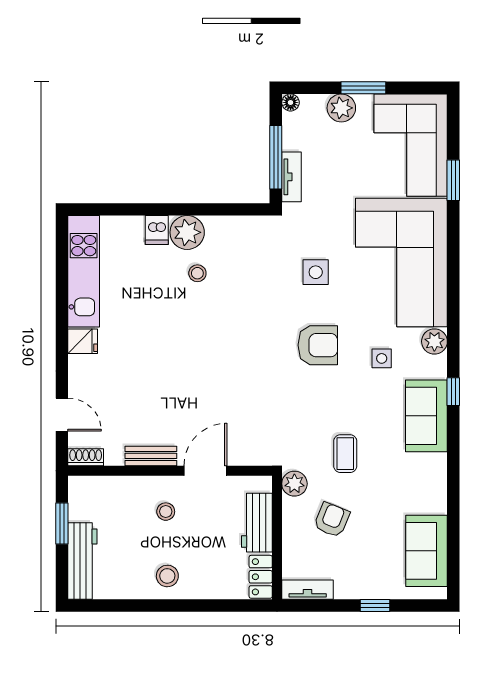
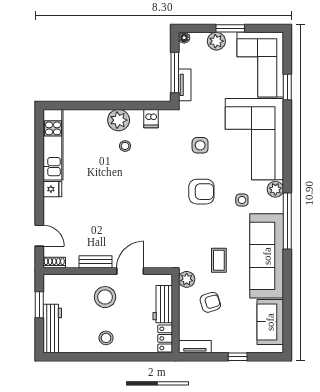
dishwasher: (157, 230) -> (151, 119), moved
window: (453, 392) -> (287, 221), width x3.17
sofa: (426, 416) -> (267, 256), width x1.85, depth x1.27
stool: (166, 512) -> (105, 297), width x1.89, depth x1.89
armchair: (332, 520) -> (210, 302), turned 51

